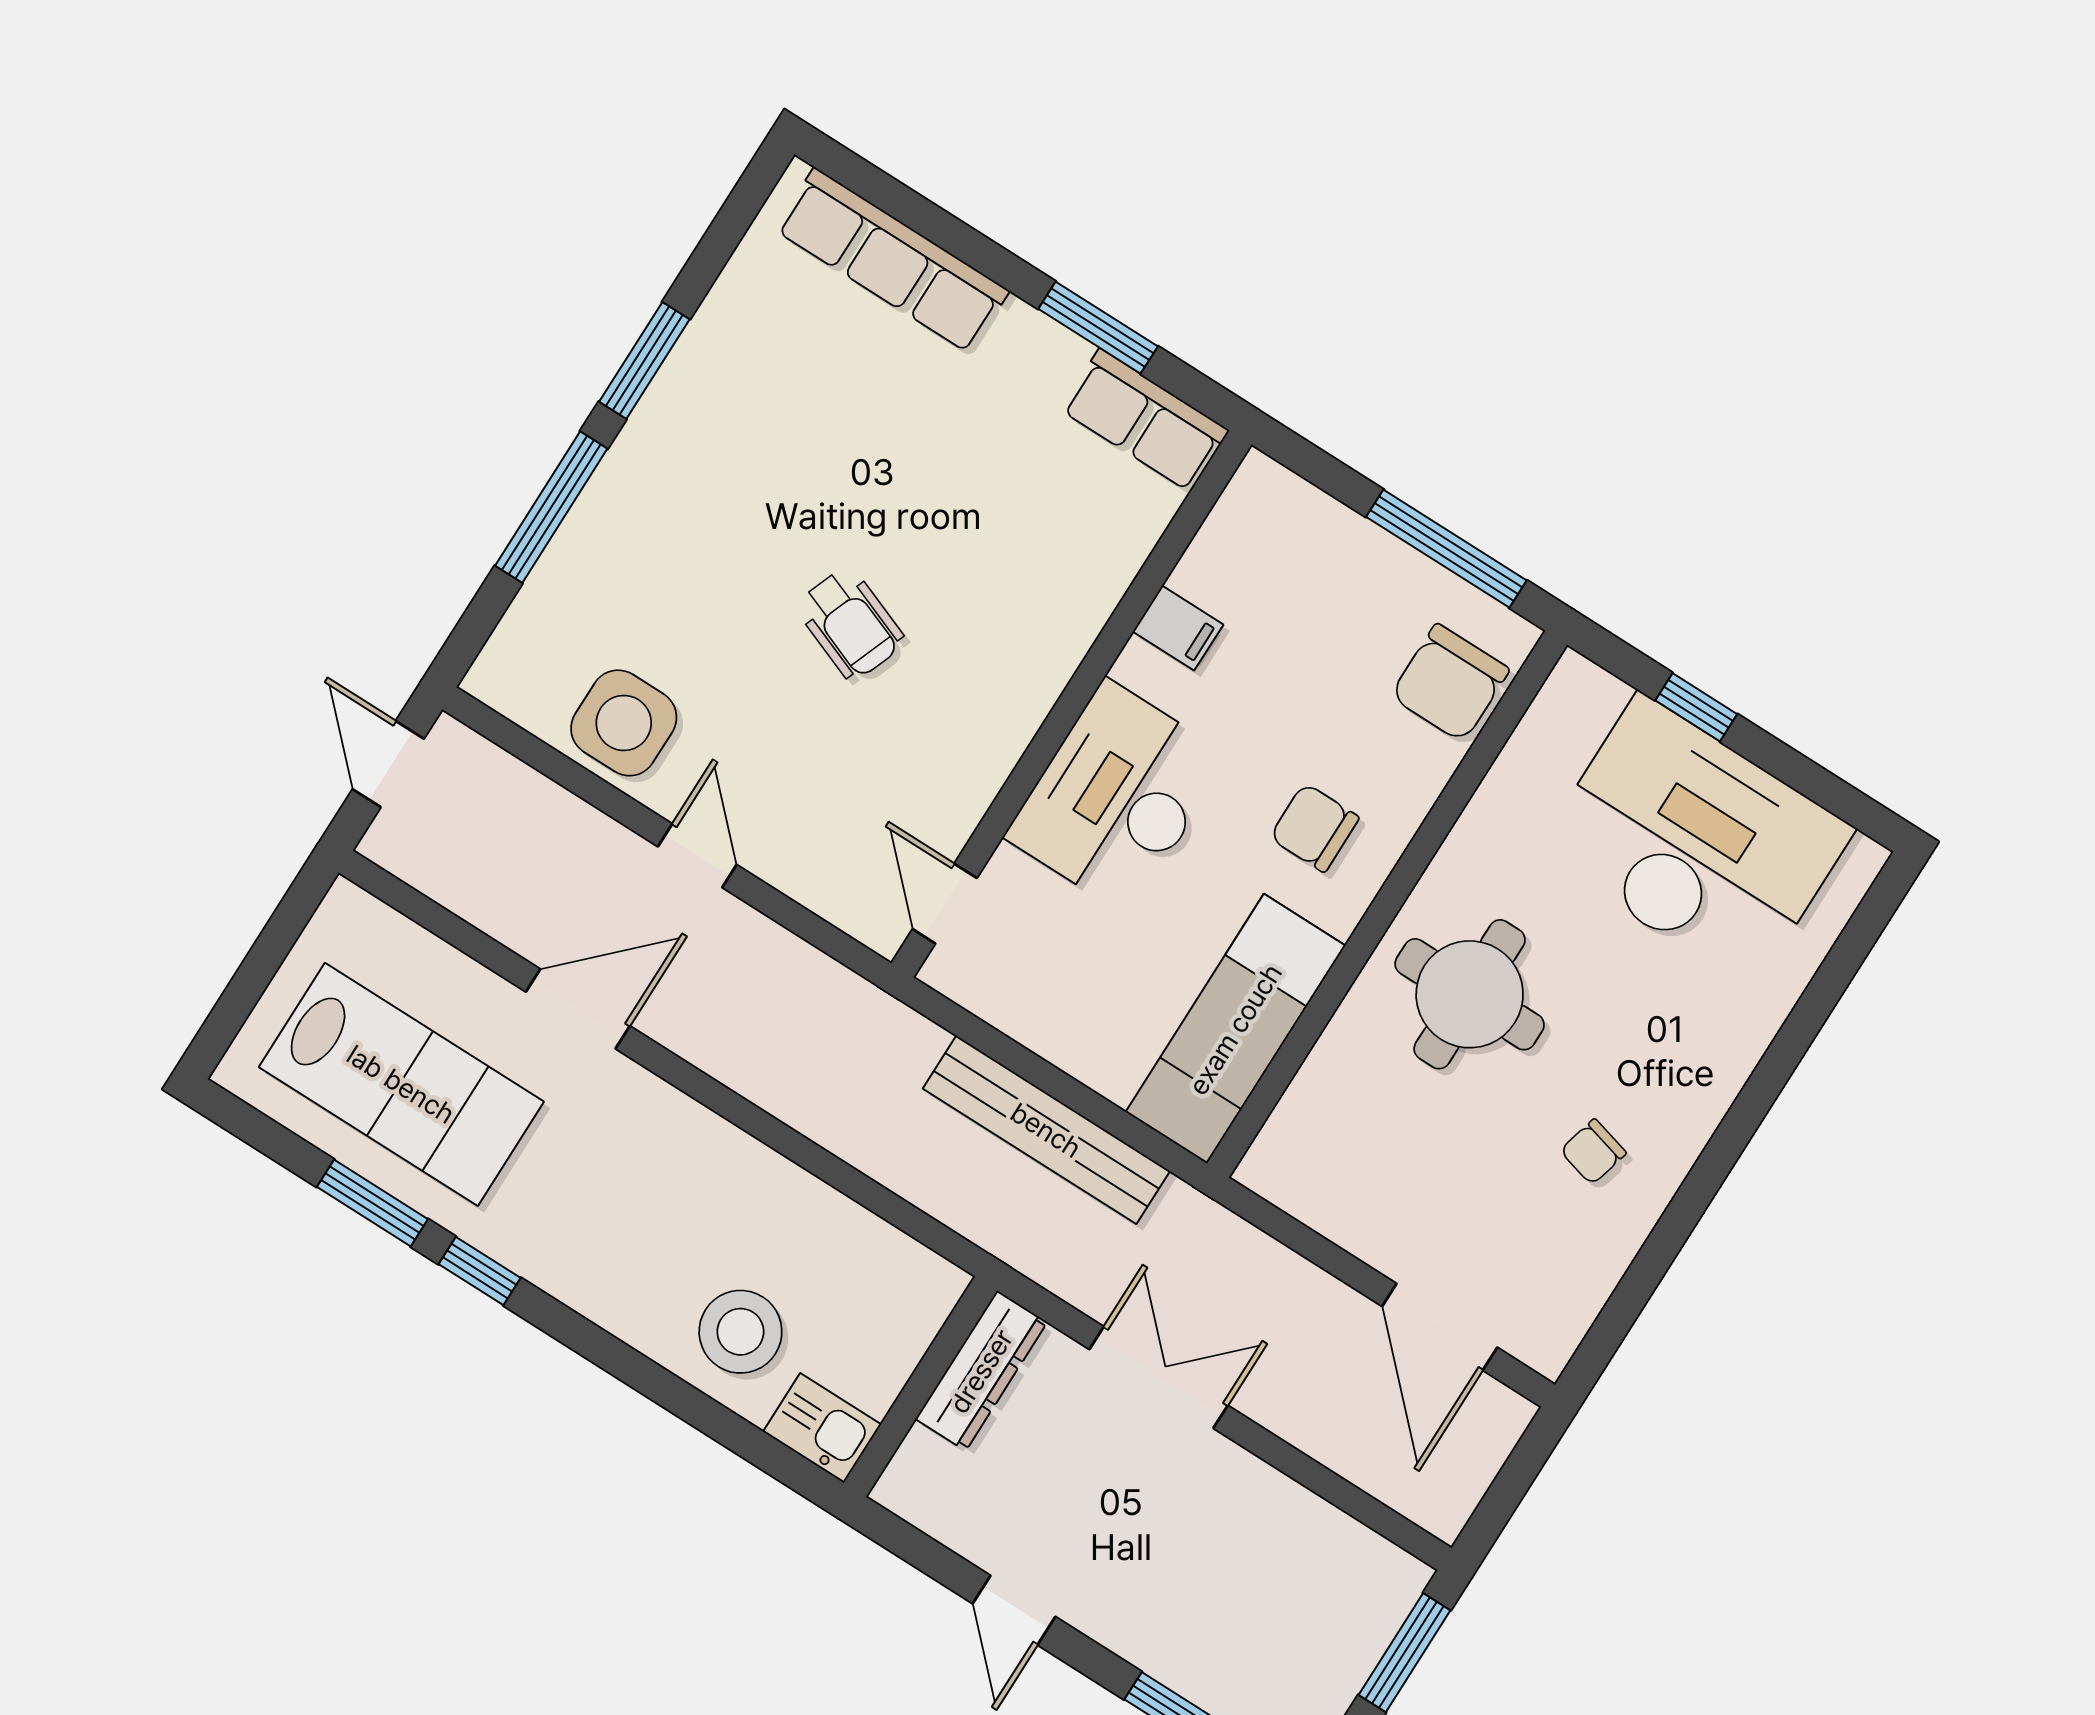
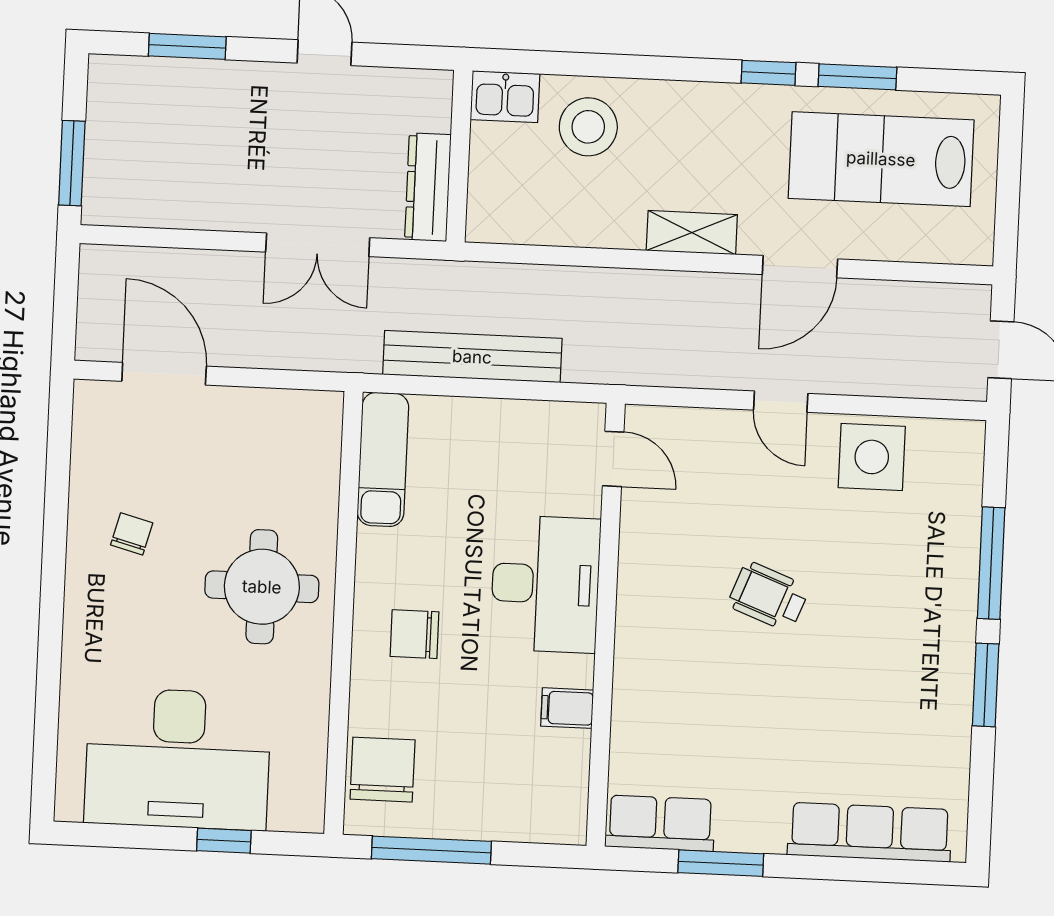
chair: (1314, 828) -> (415, 634), turned 180
exam couch: (1235, 1029) -> (383, 459), width x0.73, depth x0.69
shelving: (687, 1128) -> (692, 233), added

